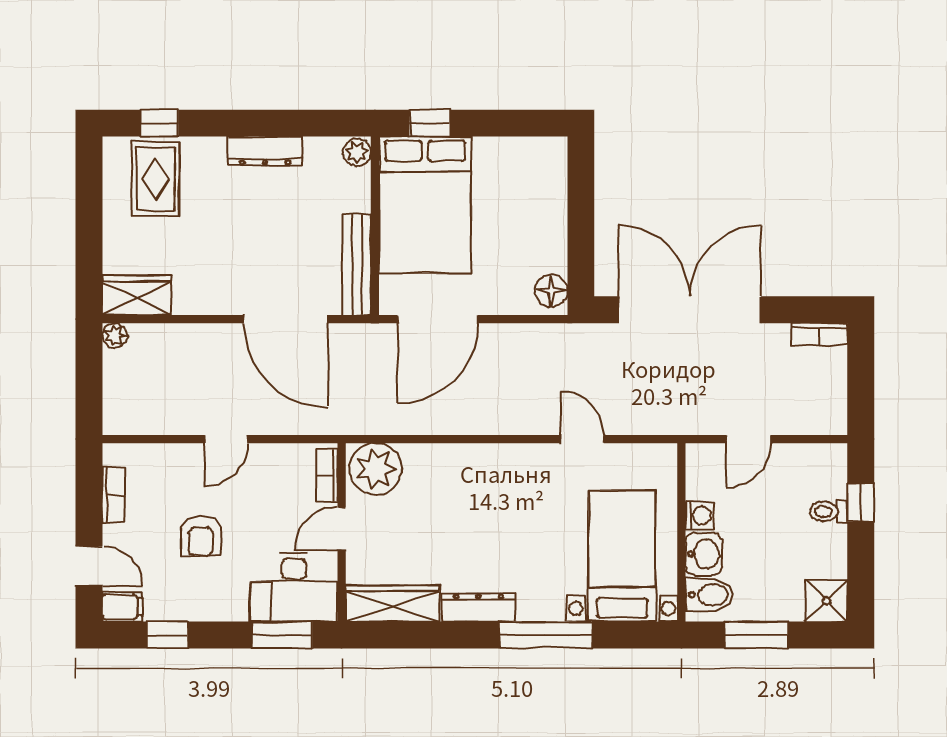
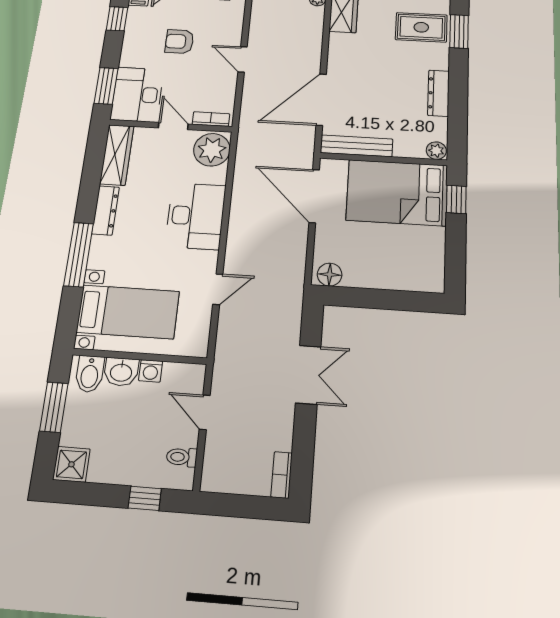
window: (160, 123) -> (459, 31), width x1.50
double door: (690, 310) -> (308, 375), width x0.54
desk: (478, 481) -> (196, 216), added
toilet: (828, 511) -> (182, 457), moved, turned -90

